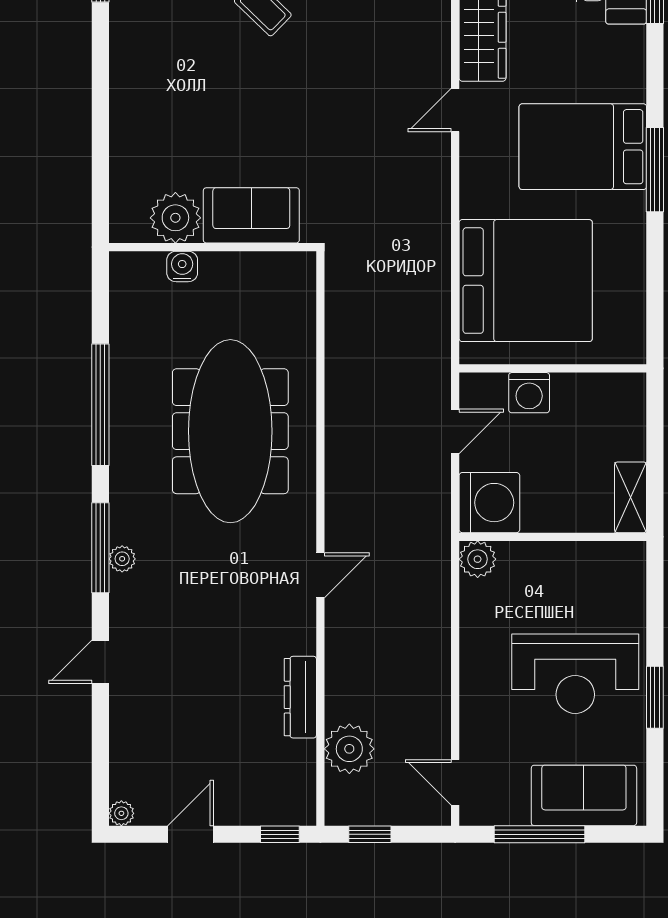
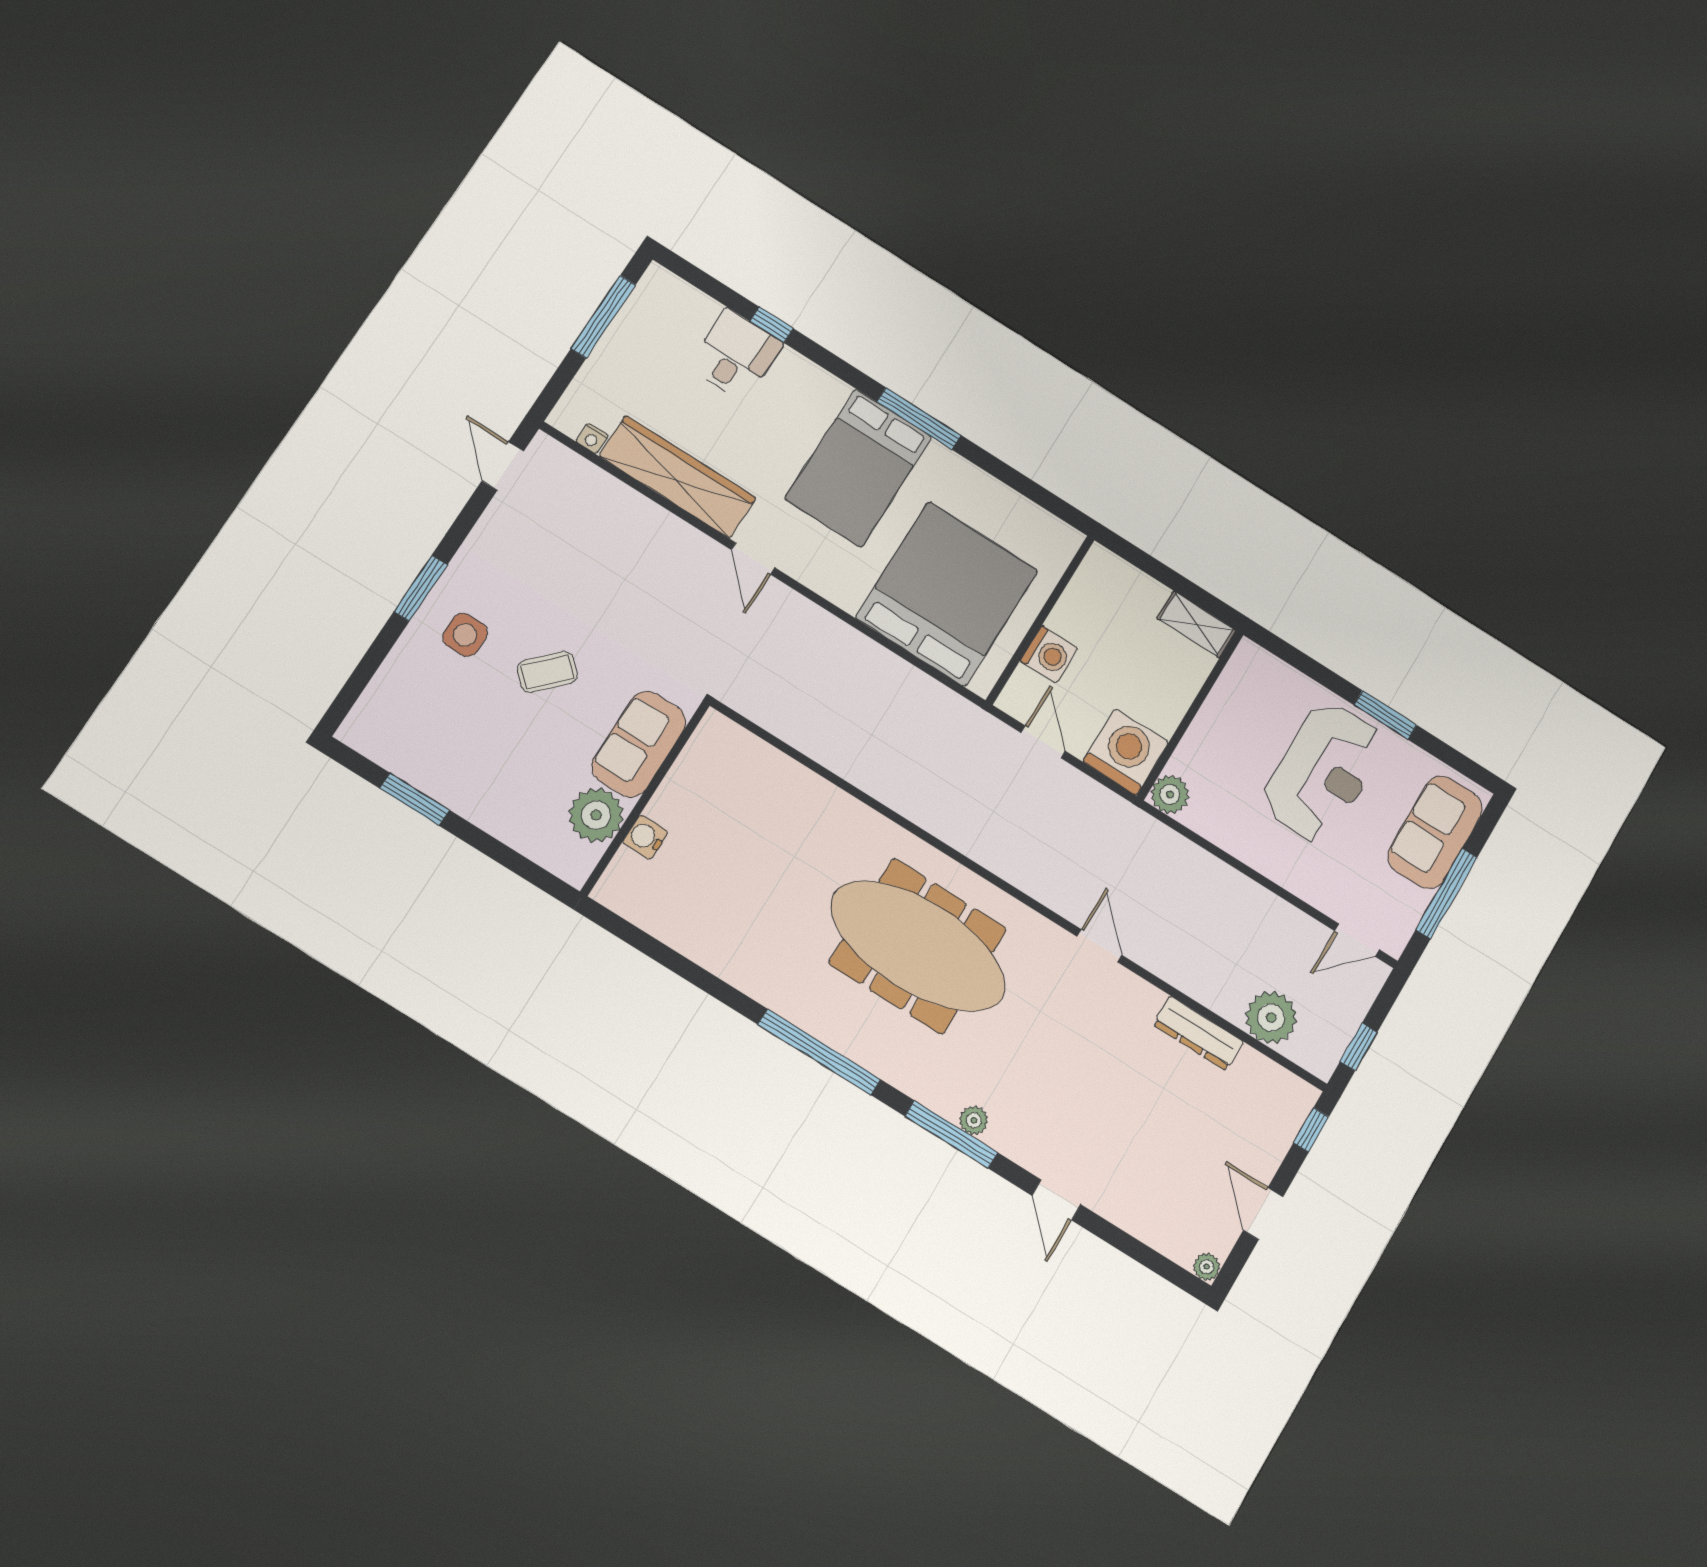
sofa: (251, 215) -> (639, 744), moved
plant: (175, 218) -> (596, 815), moved
wall: (213, 247) -> (645, 798), moved
water cooler: (182, 266) -> (645, 837), moved

